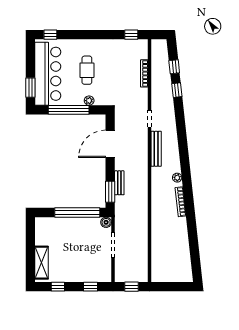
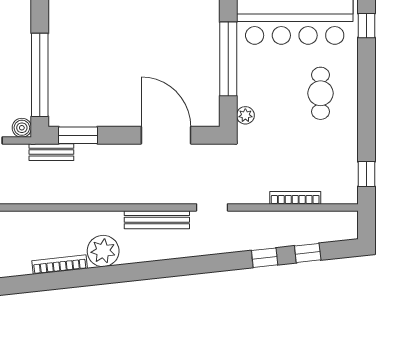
cafe table: (87, 70) -> (320, 93), moved, turned 90
plant: (89, 101) -> (245, 115), moved
plant: (177, 178) -> (103, 251), width x1.87, depth x1.87
bench: (119, 183) -> (51, 152), moved

